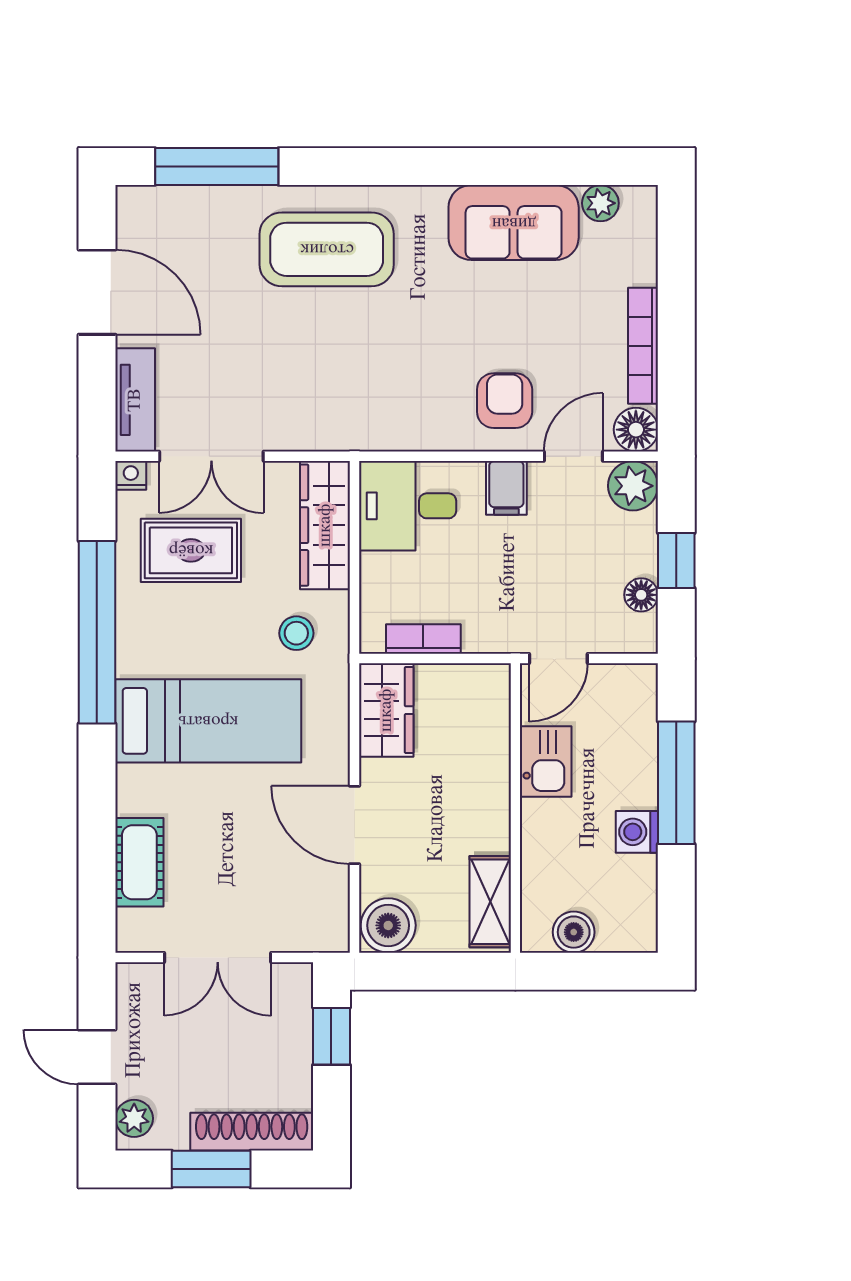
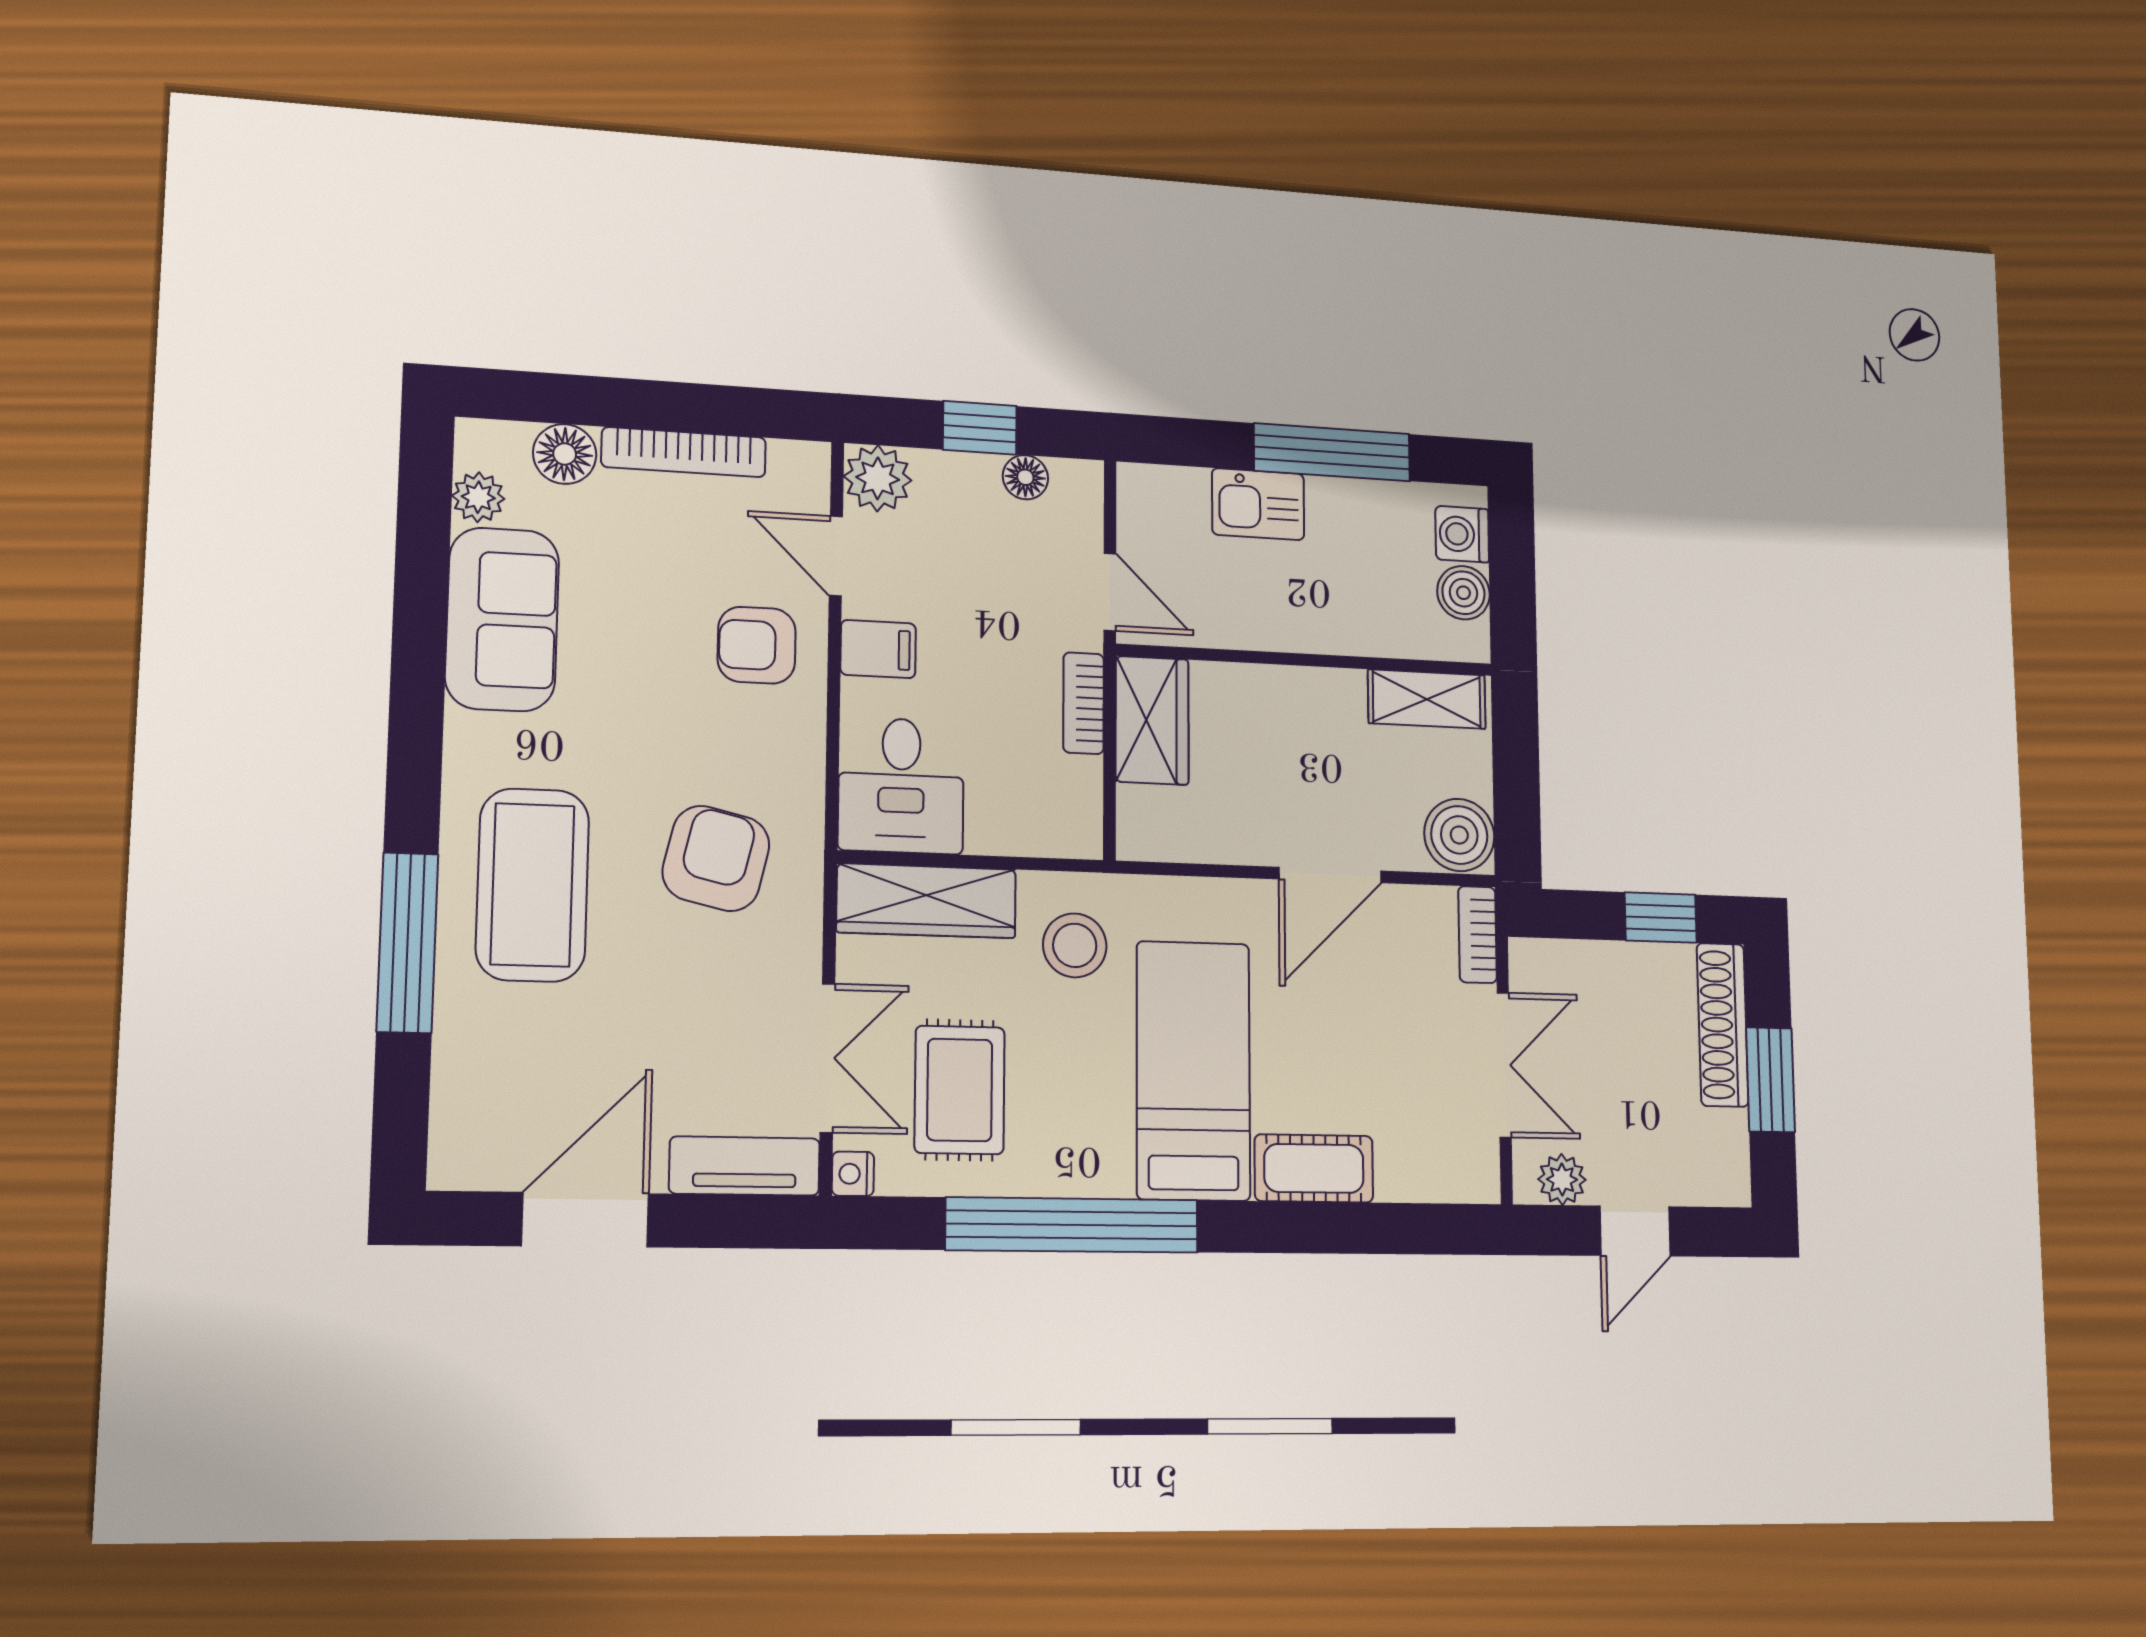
window: (217, 167) -> (407, 943), moved
armchair: (350, 375) -> (716, 858), added
floor lamp: (636, 430) -> (565, 454), moved
stool: (296, 633) -> (1075, 945), width x1.37, depth x1.37
bookcase: (423, 639) -> (1084, 703), moved
wardrobe: (386, 710) -> (1152, 720), moved, turned 90
kitchen sink: (546, 761) -> (1258, 504), moved, turned 180
window: (676, 783) -> (1332, 452), moved
washing machine: (637, 832) -> (1462, 534), moved, turned 90
cot: (139, 862) -> (1314, 1168), moved
bookcase: (314, 938) -> (1478, 935), added
window: (331, 1036) -> (1661, 918), moved
plant: (134, 1118) -> (1562, 1179), moved

